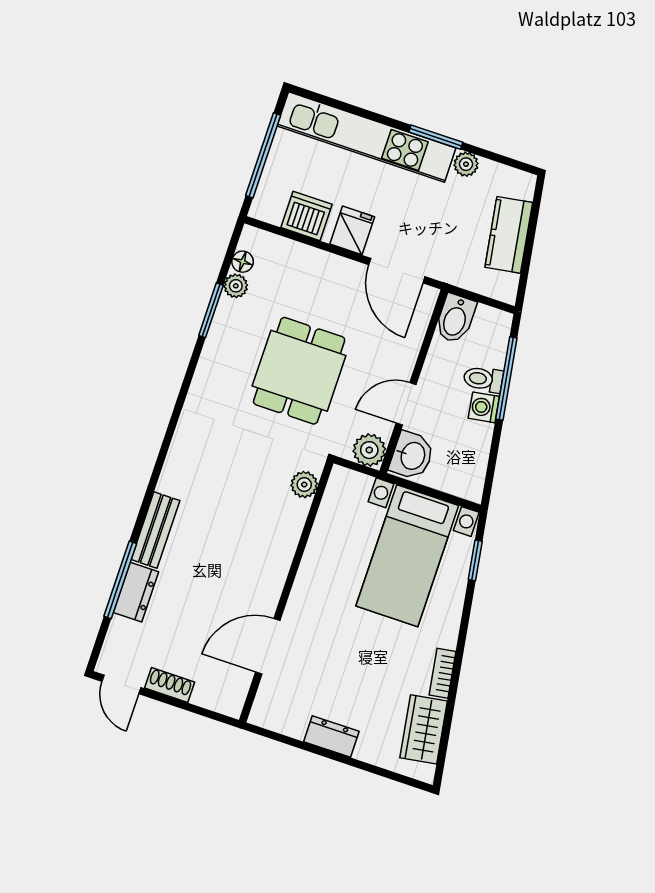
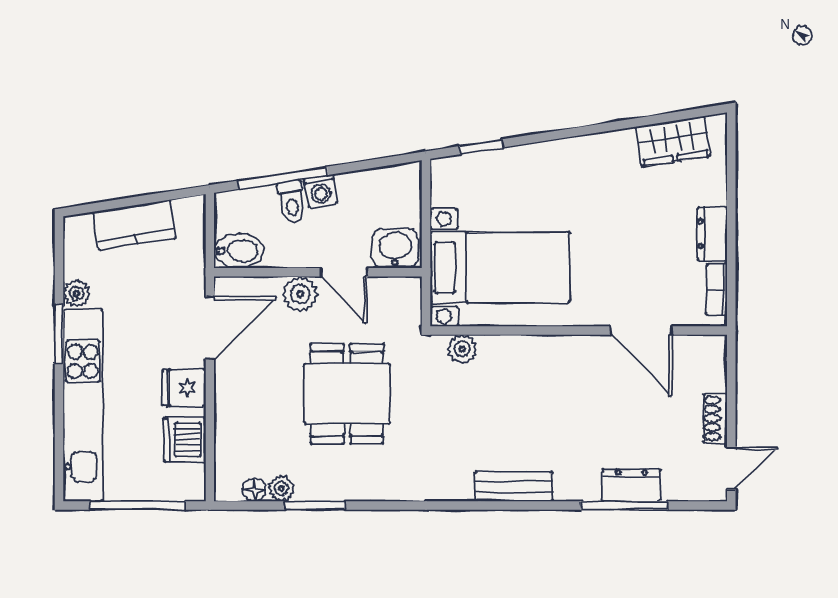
dining table: (299, 371) -> (347, 394), turned 90
plant: (369, 450) -> (300, 294), moved
bench: (155, 530) -> (514, 486), moved
bed with nightstands: (407, 556) -> (500, 268), moved
bookcase: (442, 673) -> (717, 289), moved, turned 99

